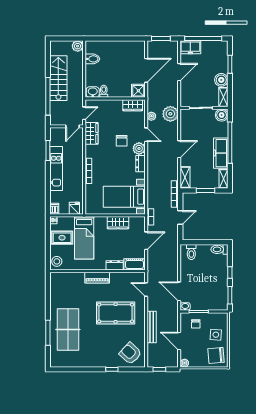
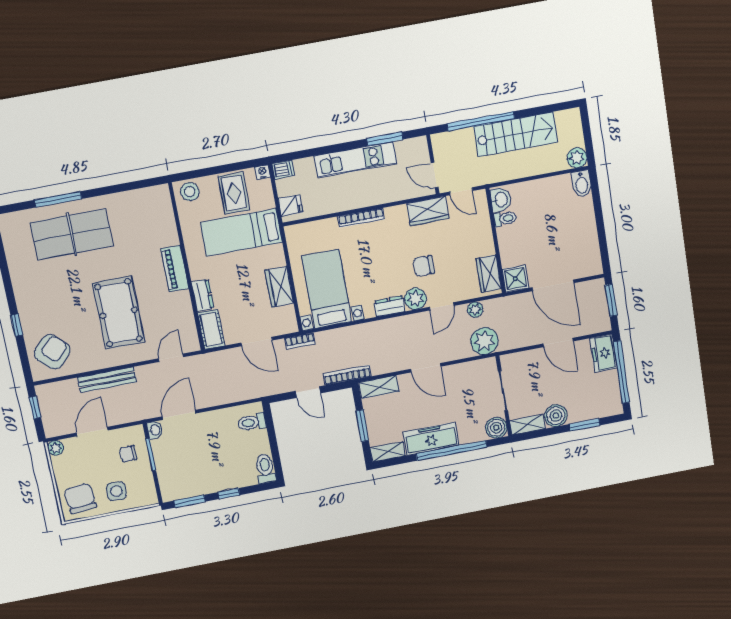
bidet: (92, 59) -> (582, 184), moved

